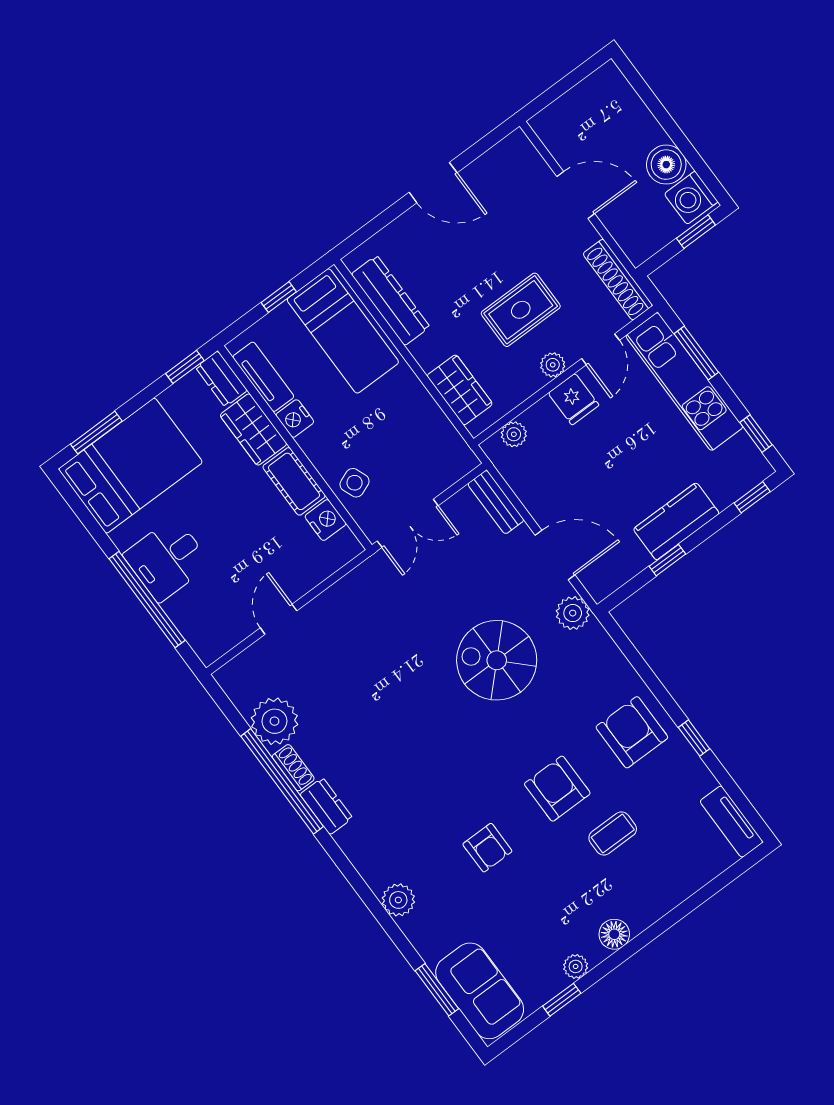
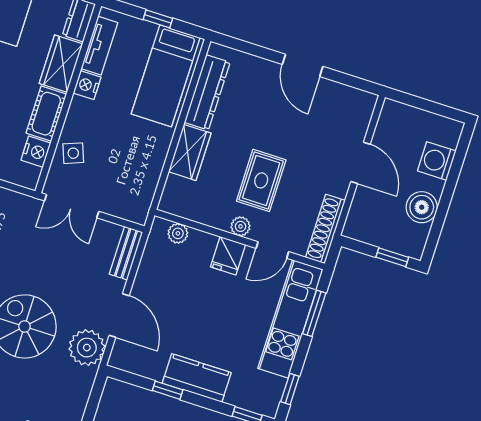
washing machine: (691, 198) -> (437, 161), moved
rug: (521, 310) -> (261, 180), turned 90
wardrobe: (460, 390) -> (190, 152), moved
plant: (573, 613) -> (87, 348), width x1.36, depth x1.36

